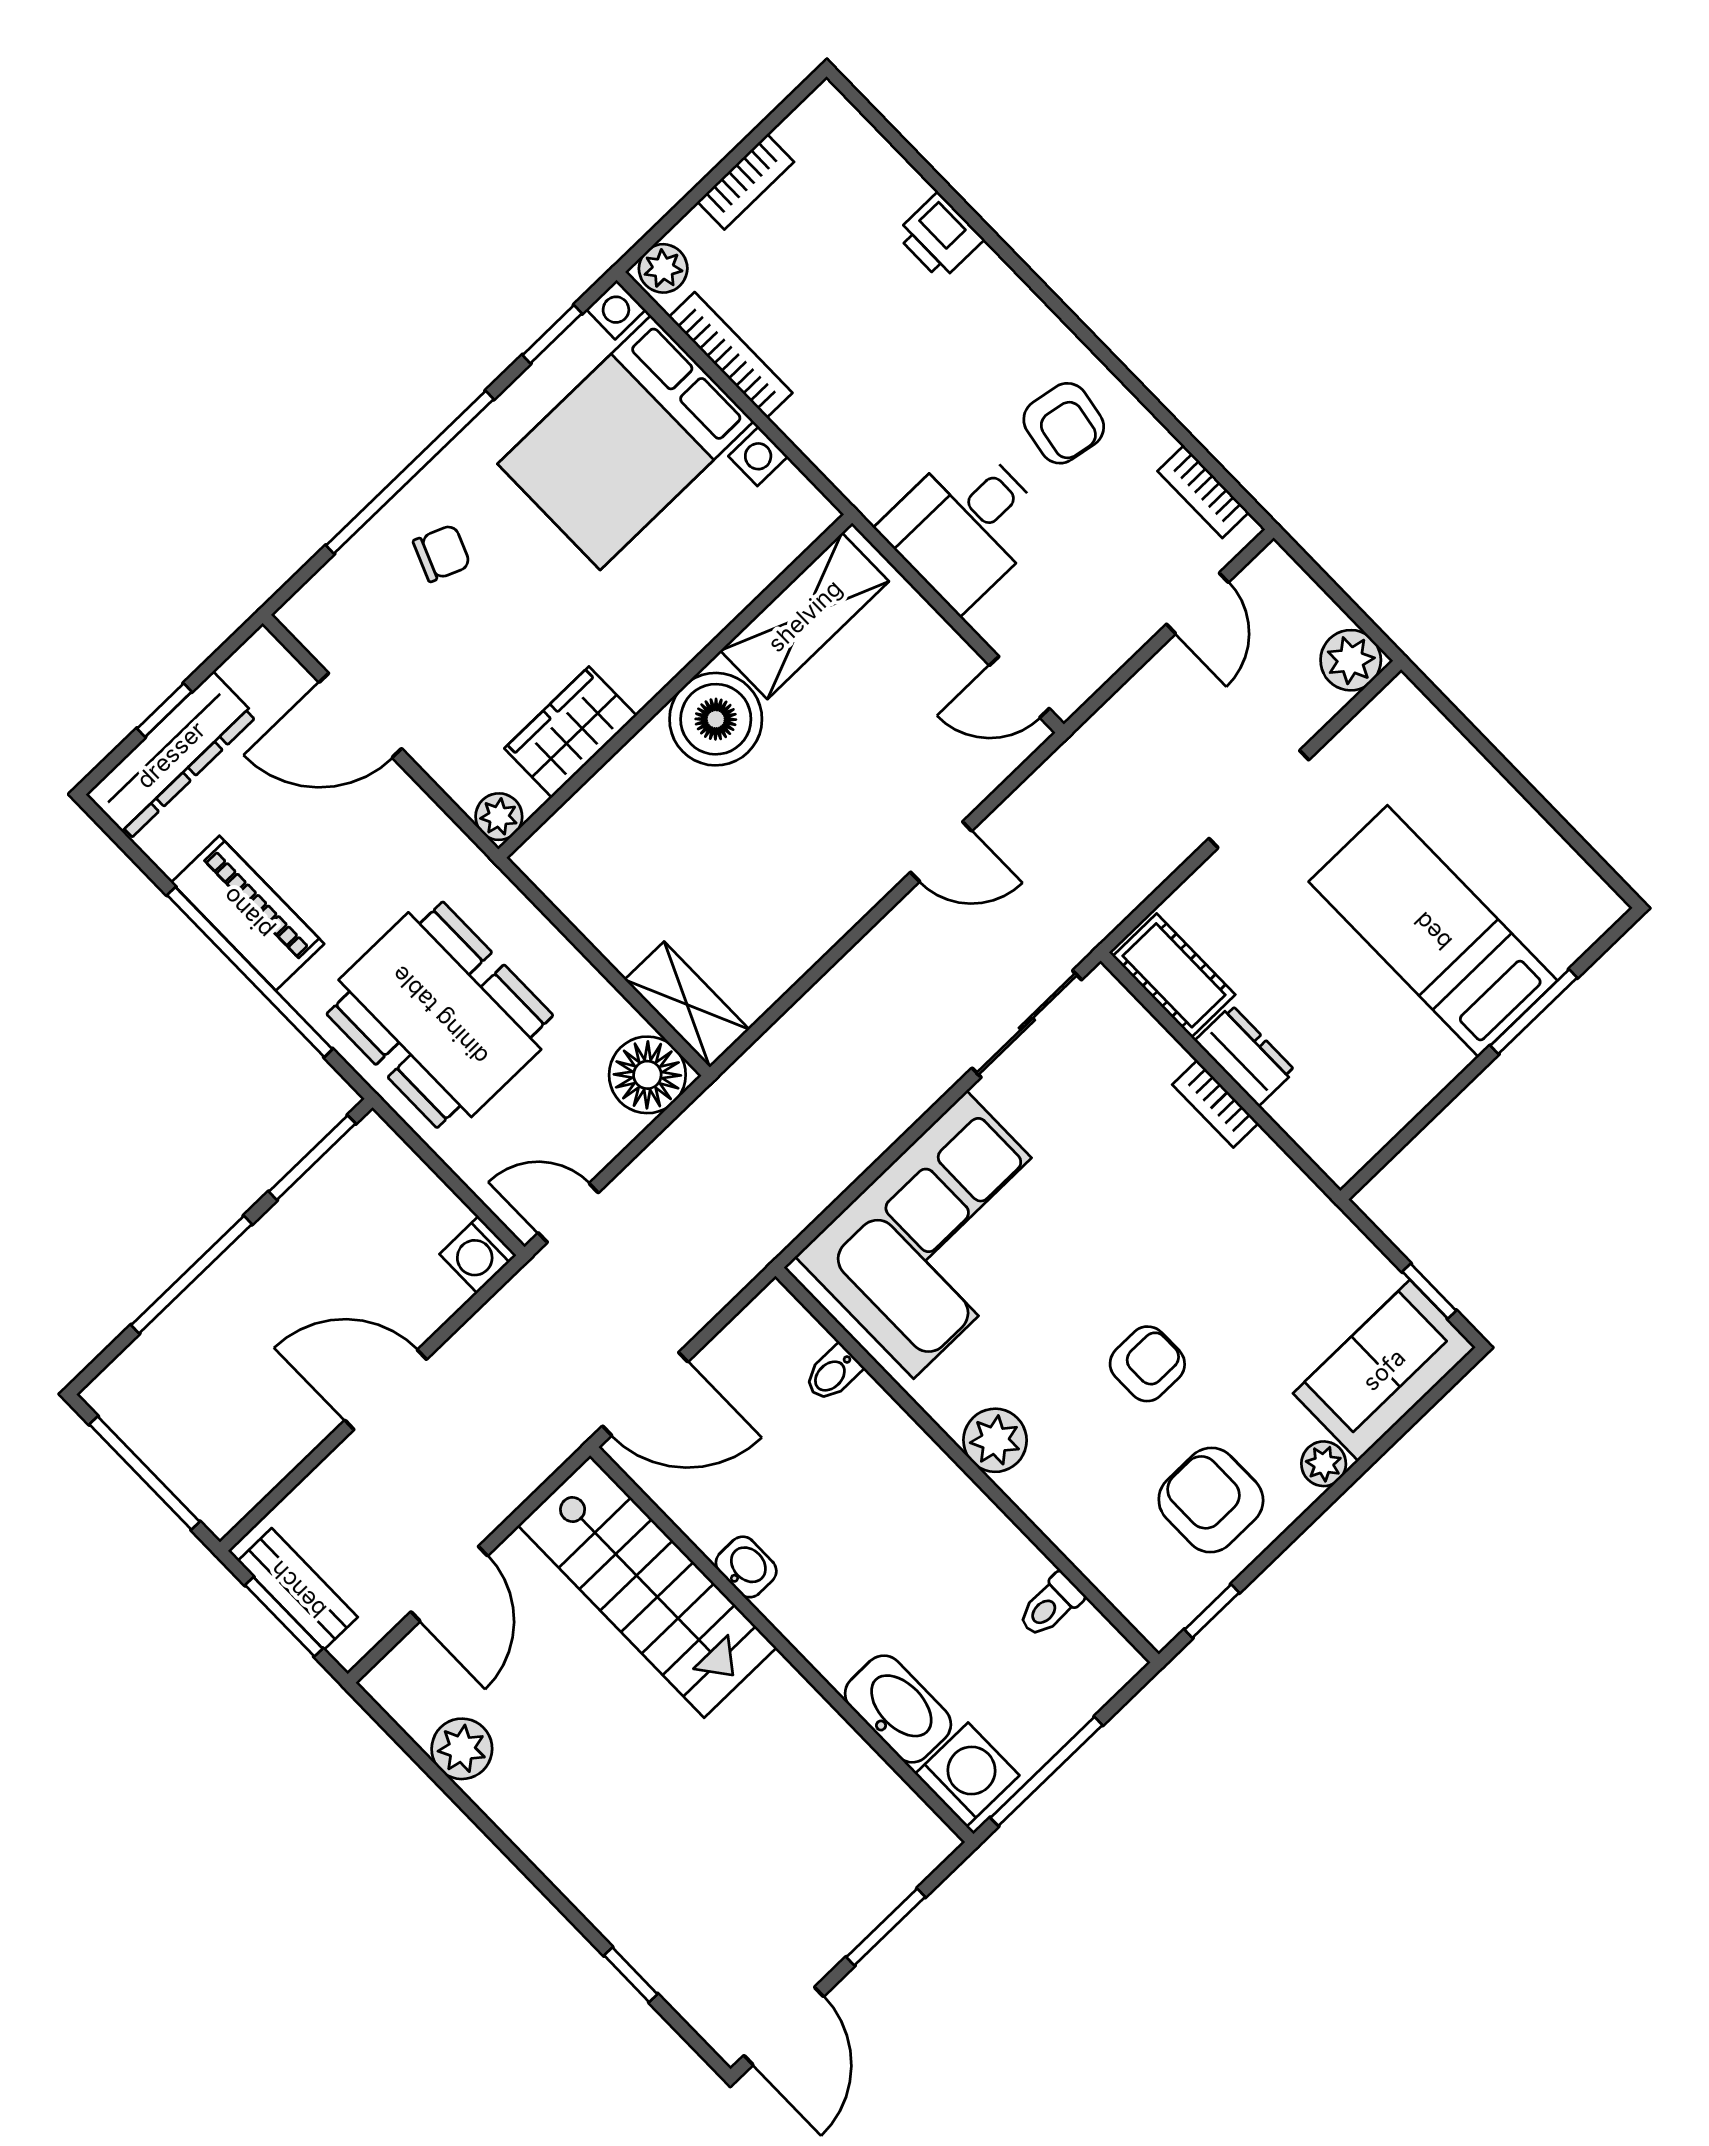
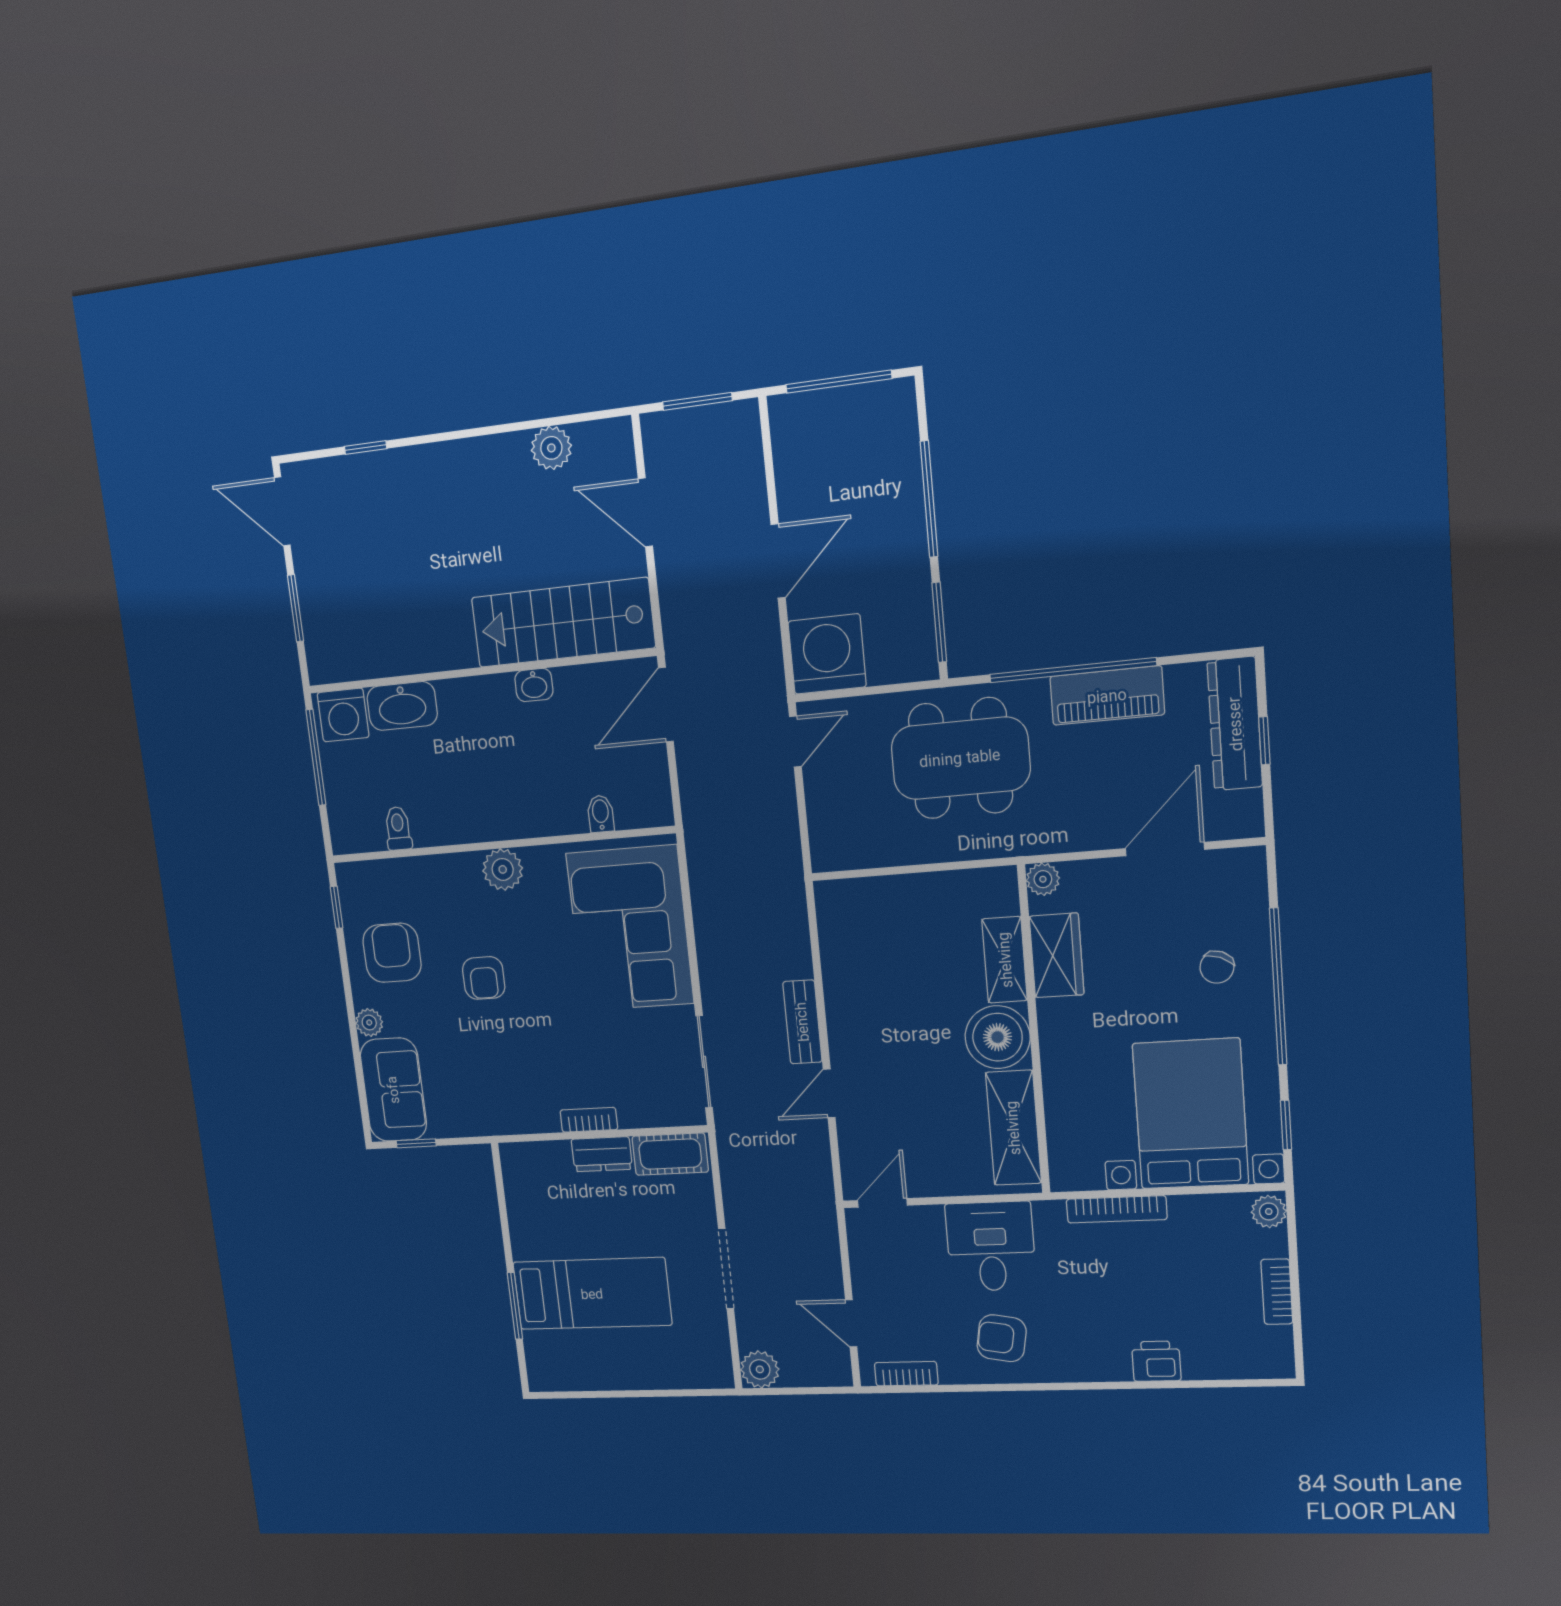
bookcase: (731, 355) -> (1117, 1209), moved
shelving: (687, 1005) -> (1005, 960), moved, turned 90
floor lamp: (647, 1075) -> (836, 845), removed
washing machine: (478, 1255) -> (827, 654), width x1.89, depth x1.89
armchair: (1211, 1500) -> (392, 953), turned -90
bench: (298, 1589) -> (802, 1022), moved, turned 90

